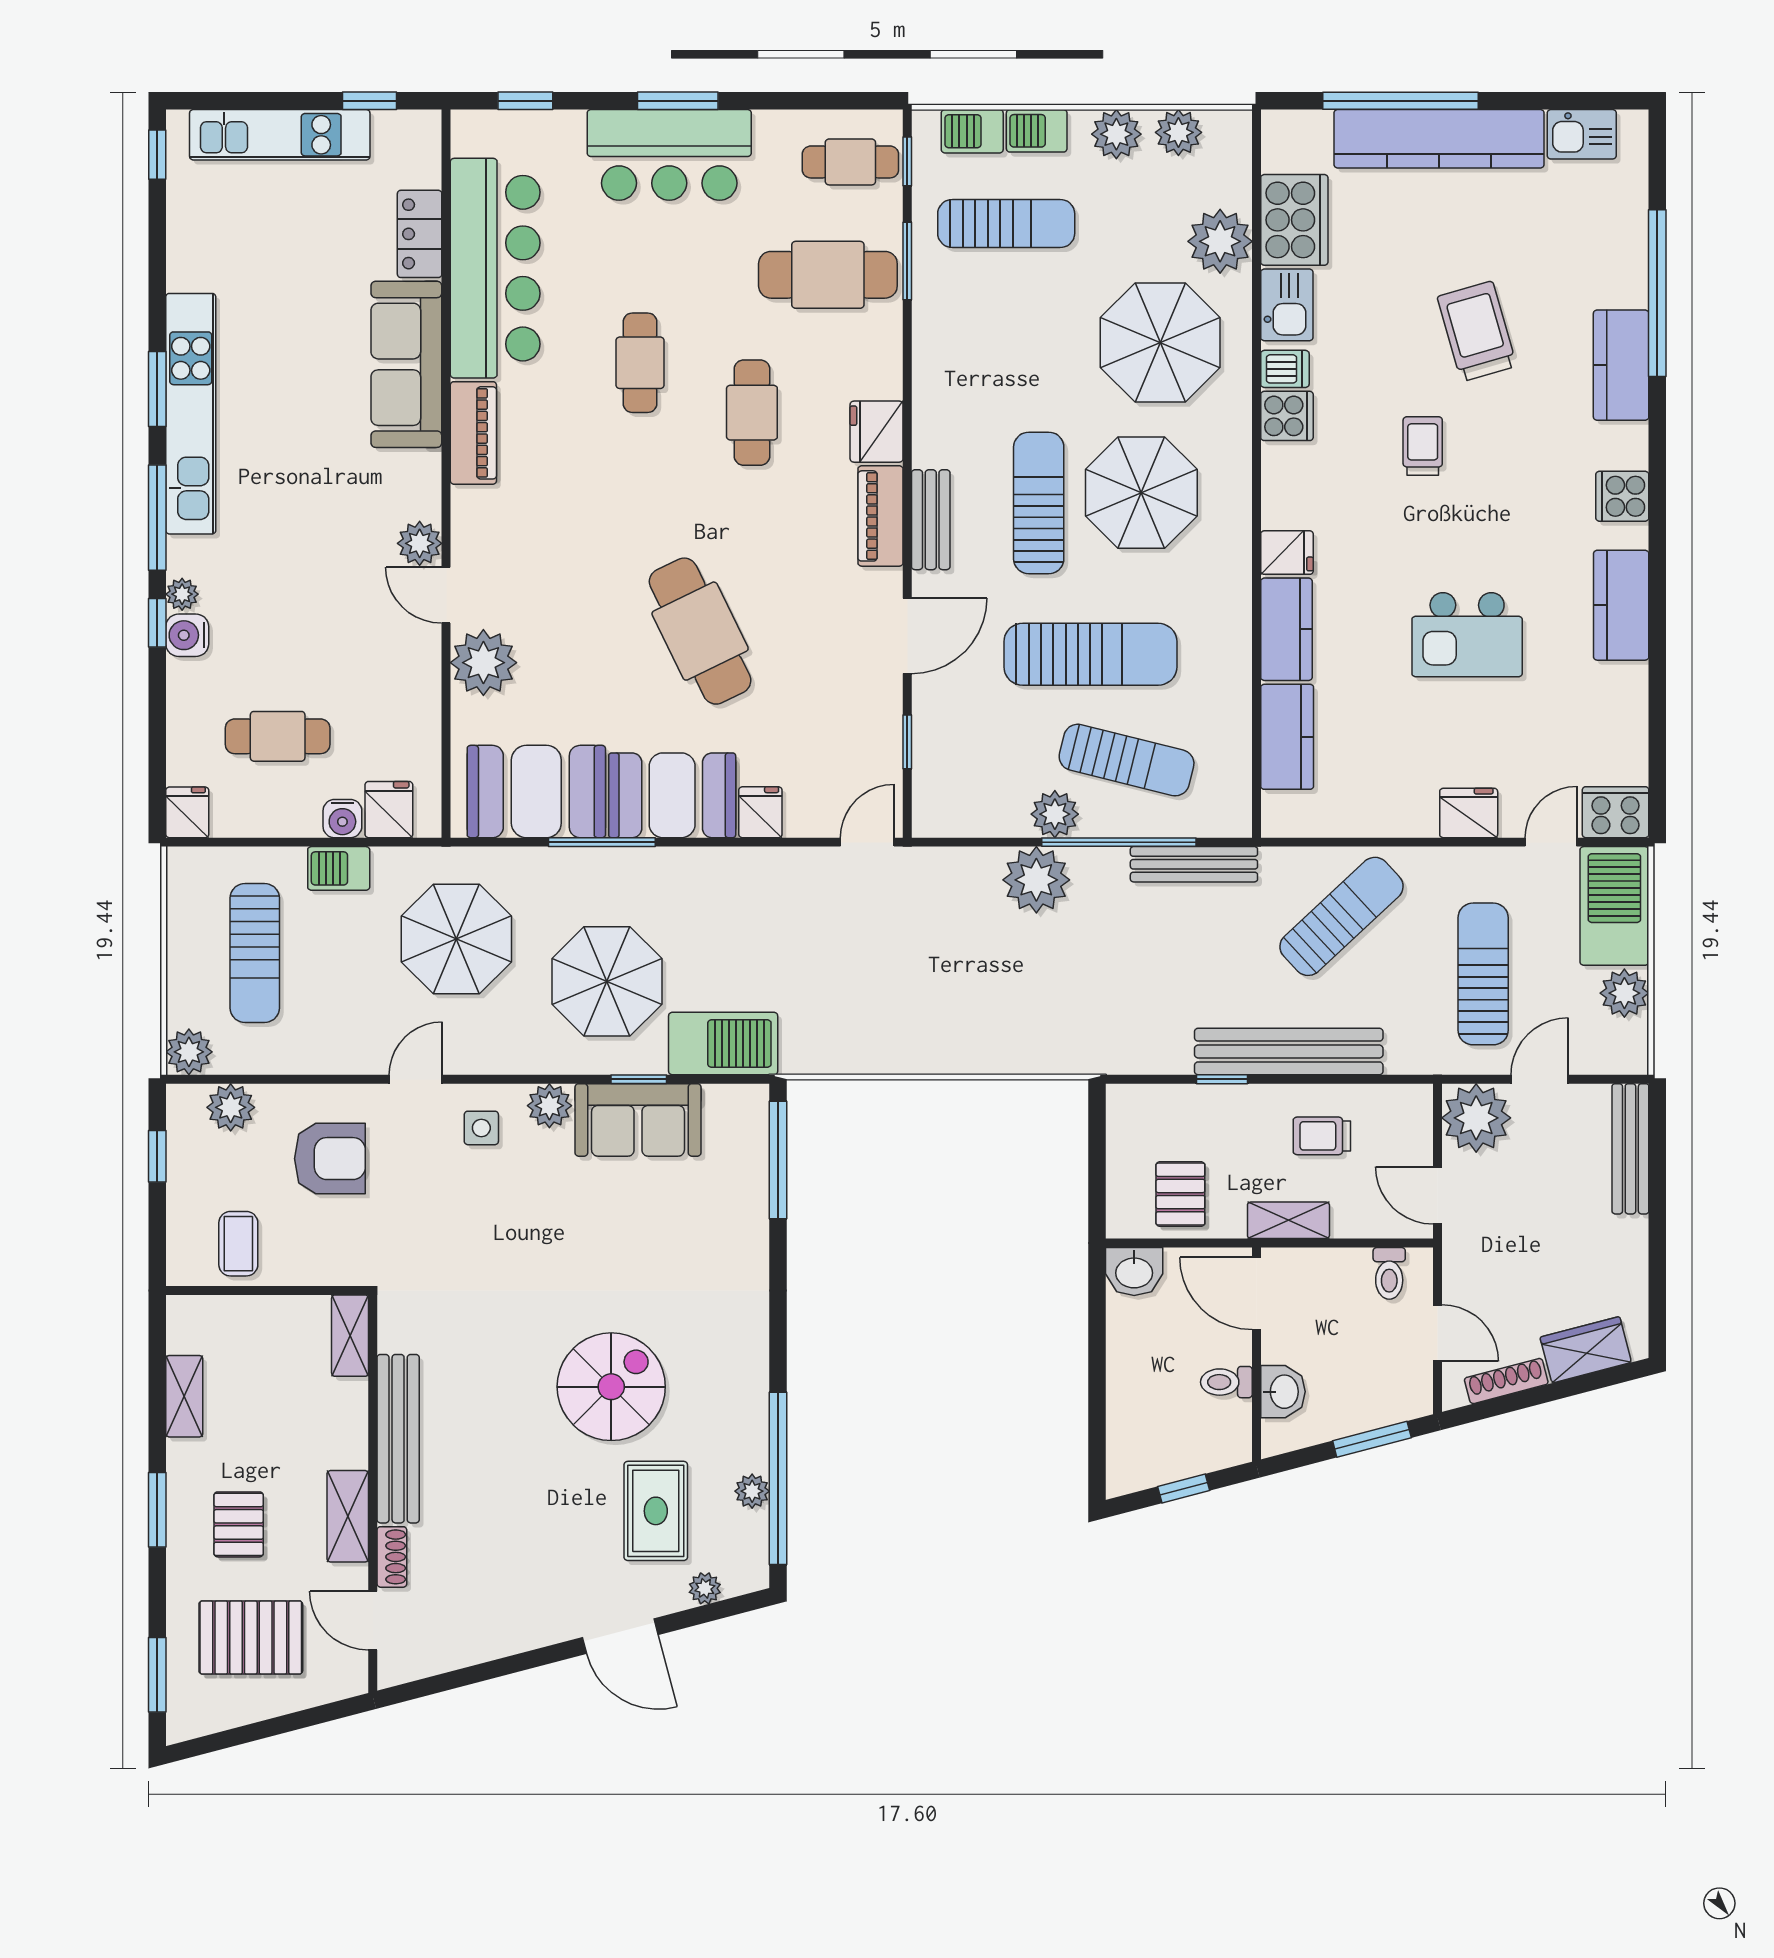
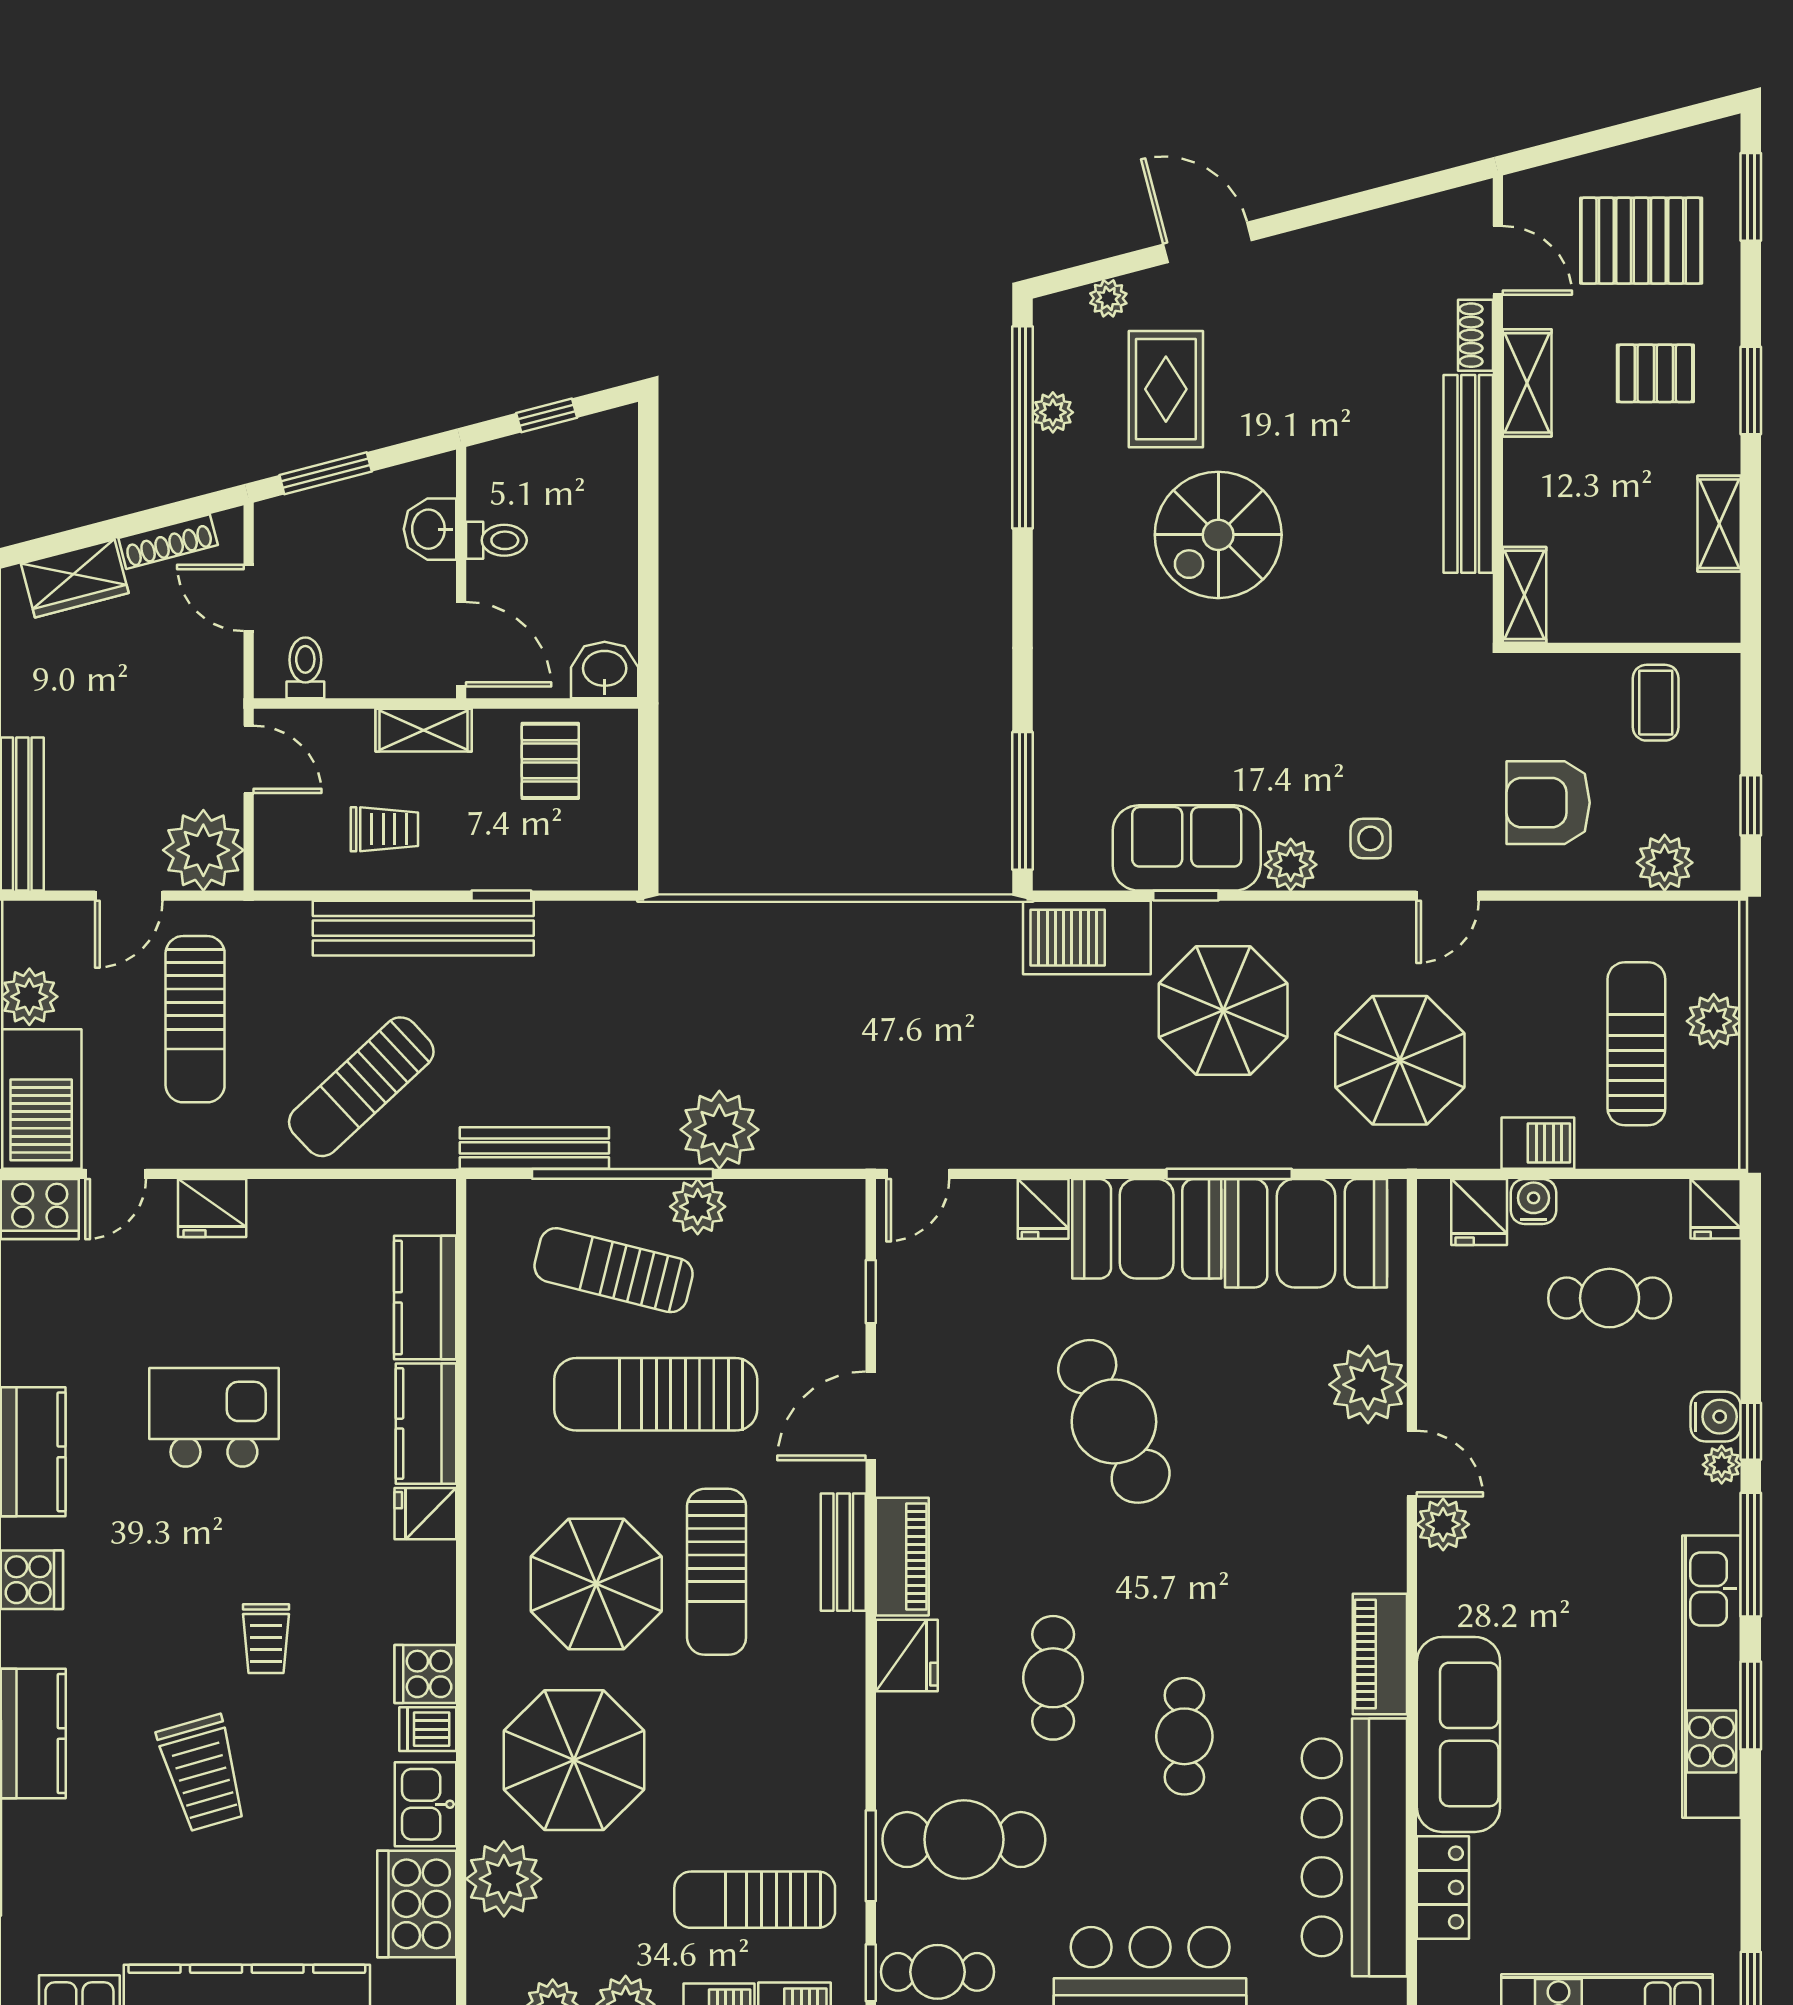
plant: (189, 1052) -> (1714, 1021), moved
pallet: (239, 1524) -> (1655, 373), turned 90

